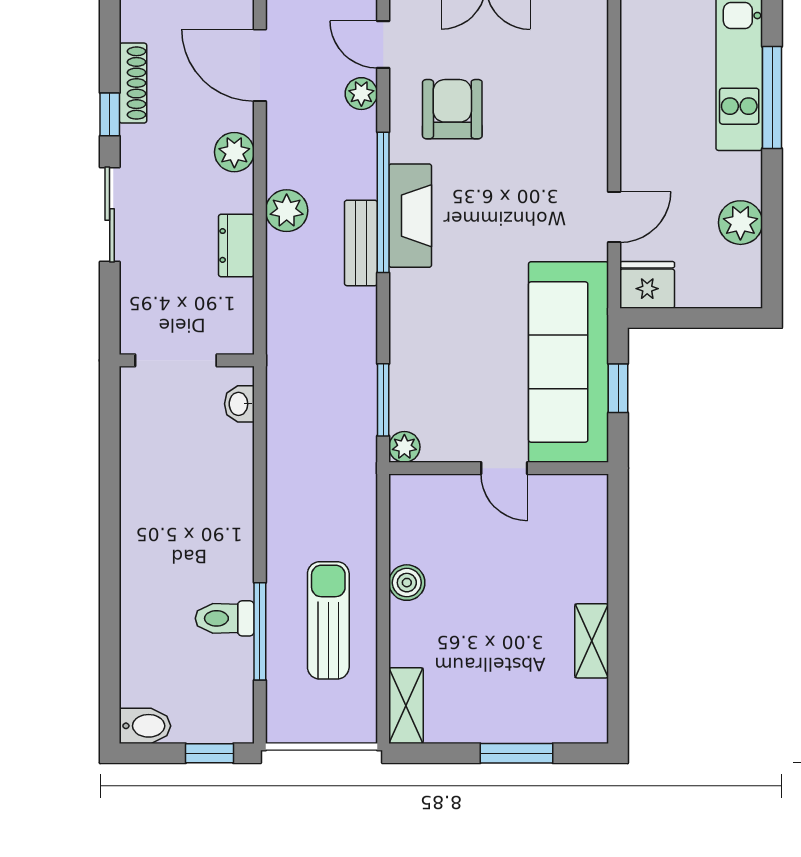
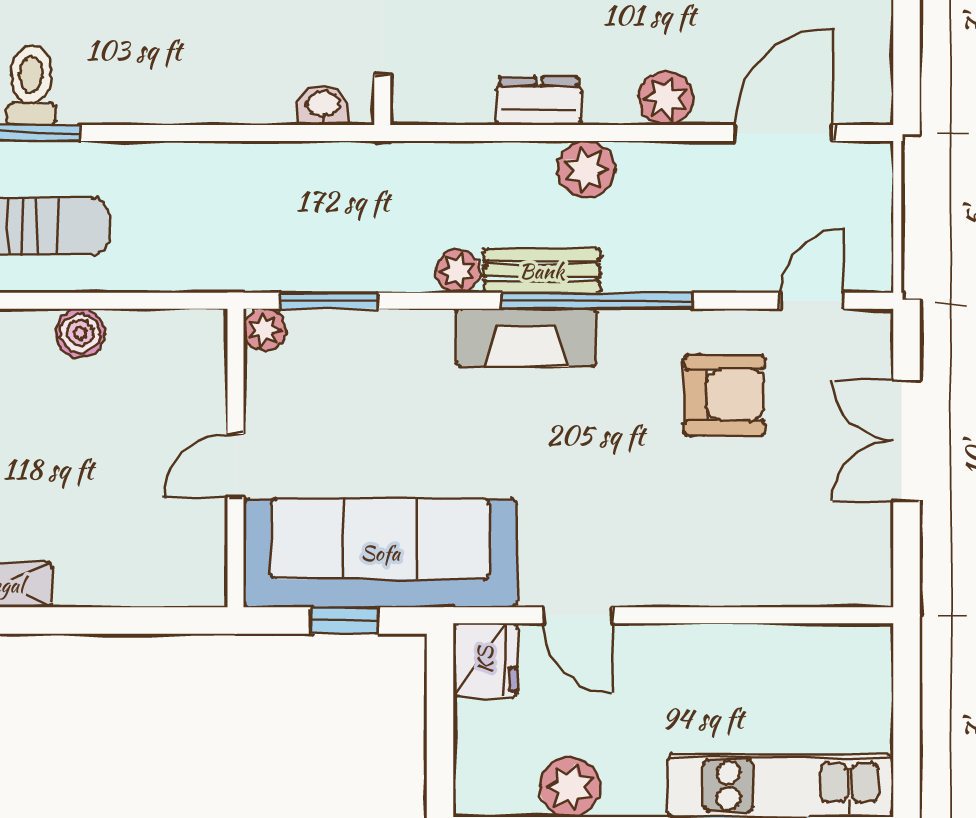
plant: (361, 94) -> (458, 271), moved
fireplace: (410, 216) -> (526, 338), moved

